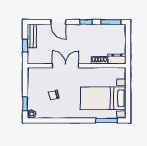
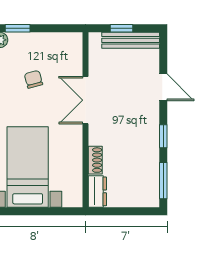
door: (58, 22) -> (163, 87), swing flipped
bench: (32, 36) -> (131, 40), width x1.36
double door: (65, 66) -> (86, 100), swing flipped

